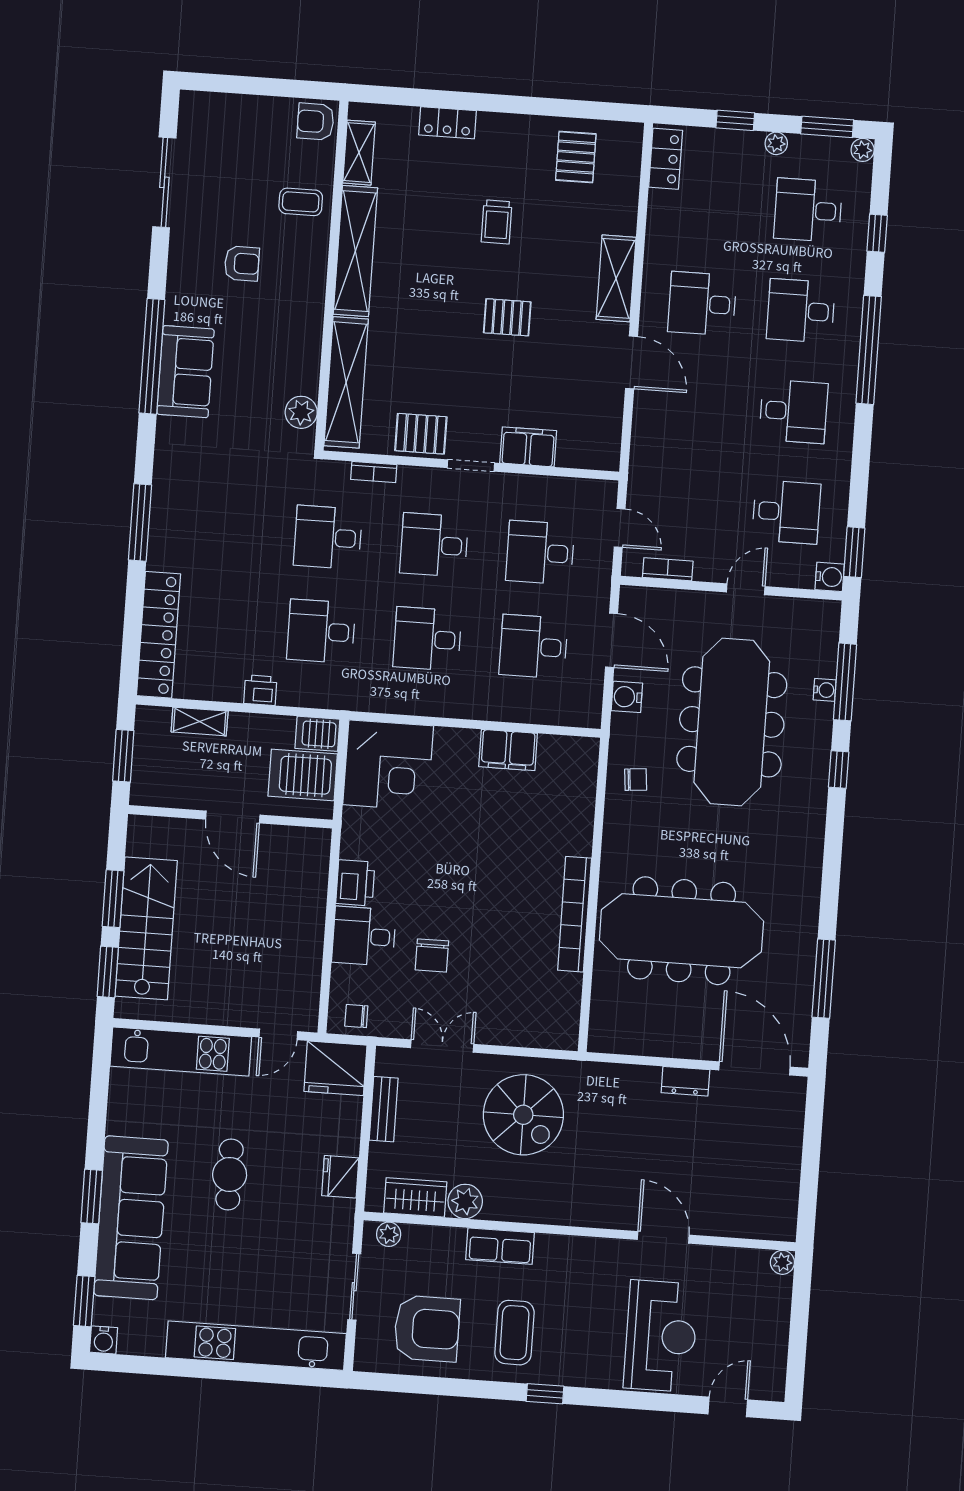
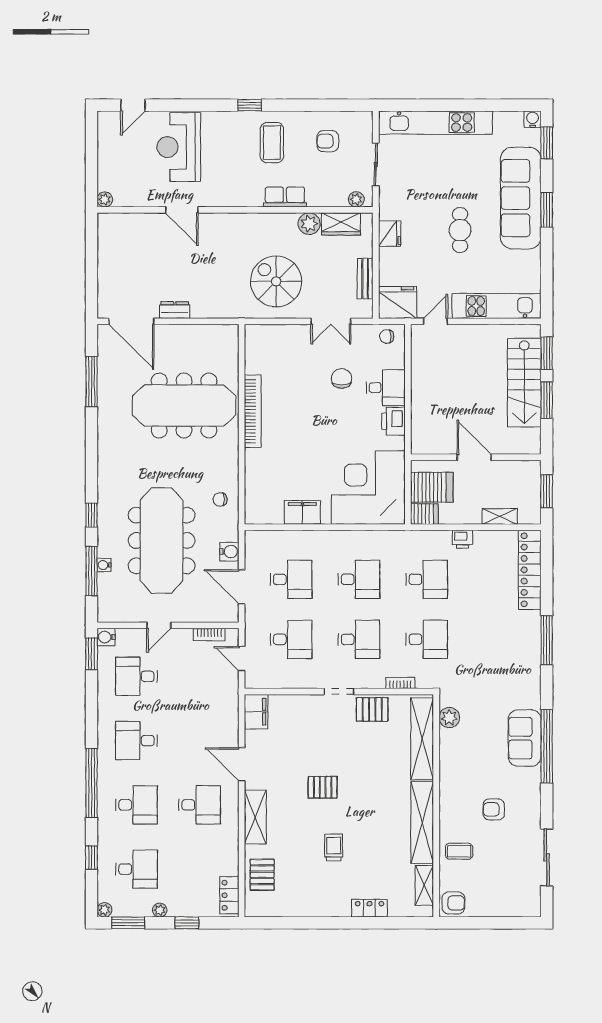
pallet: (576, 157) -> (262, 875), moved
filing cabinet: (528, 447) -> (256, 712), moved, turned -90
corner desk: (388, 765) -> (368, 488), width x1.36, depth x1.36
chair: (356, 1016) -> (387, 337), turned 180
armchair: (427, 1329) -> (328, 141), width x0.53, depth x0.53

